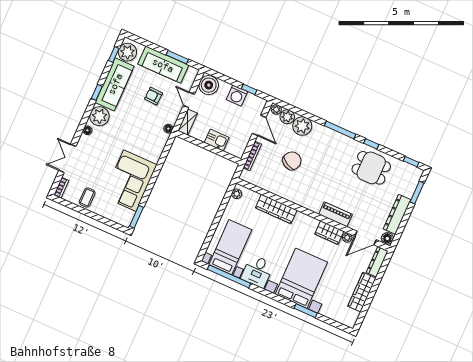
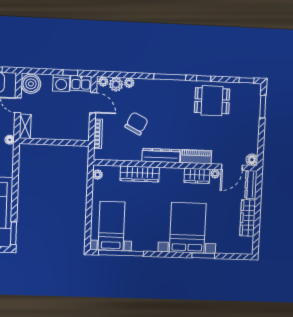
plant: (302, 126) -> (129, 83), width x0.53, depth x0.53
kitchen sink: (217, 140) -> (81, 83), moved, turned 180
dresser: (397, 214) -> (161, 156), moved, turned 90
desk: (257, 271) -> (145, 238), removed

